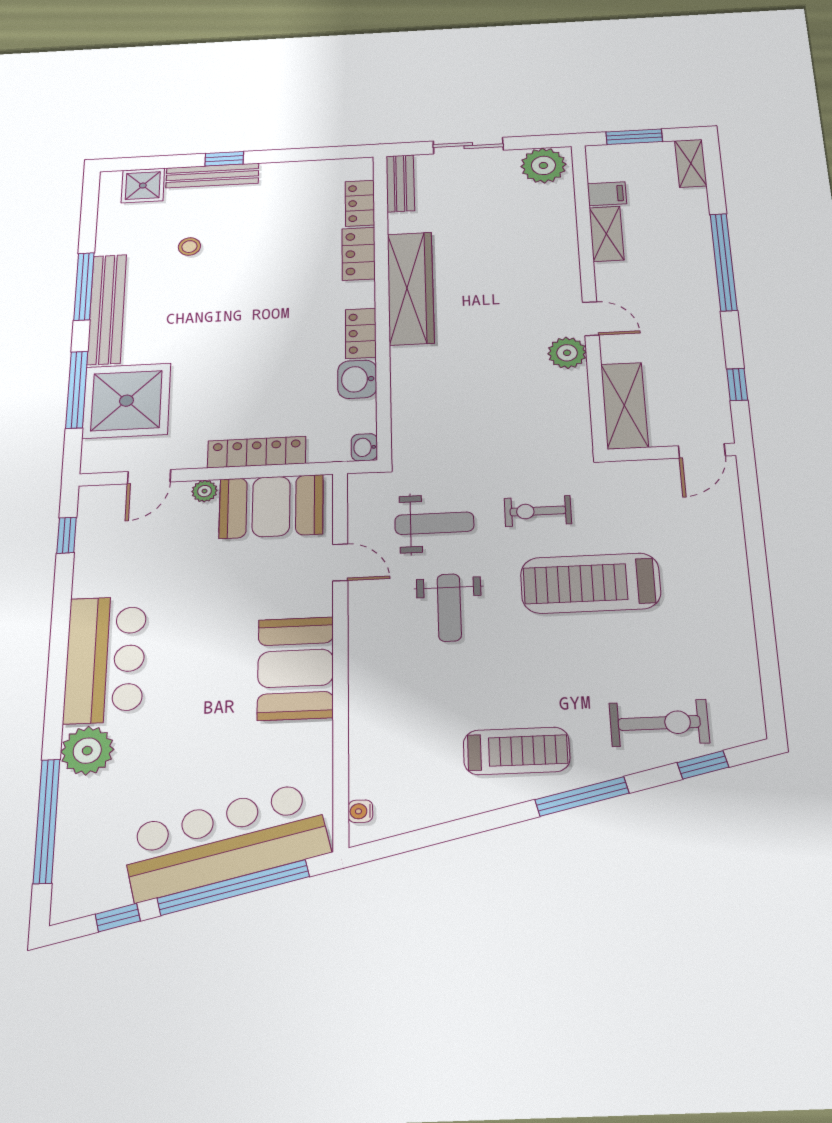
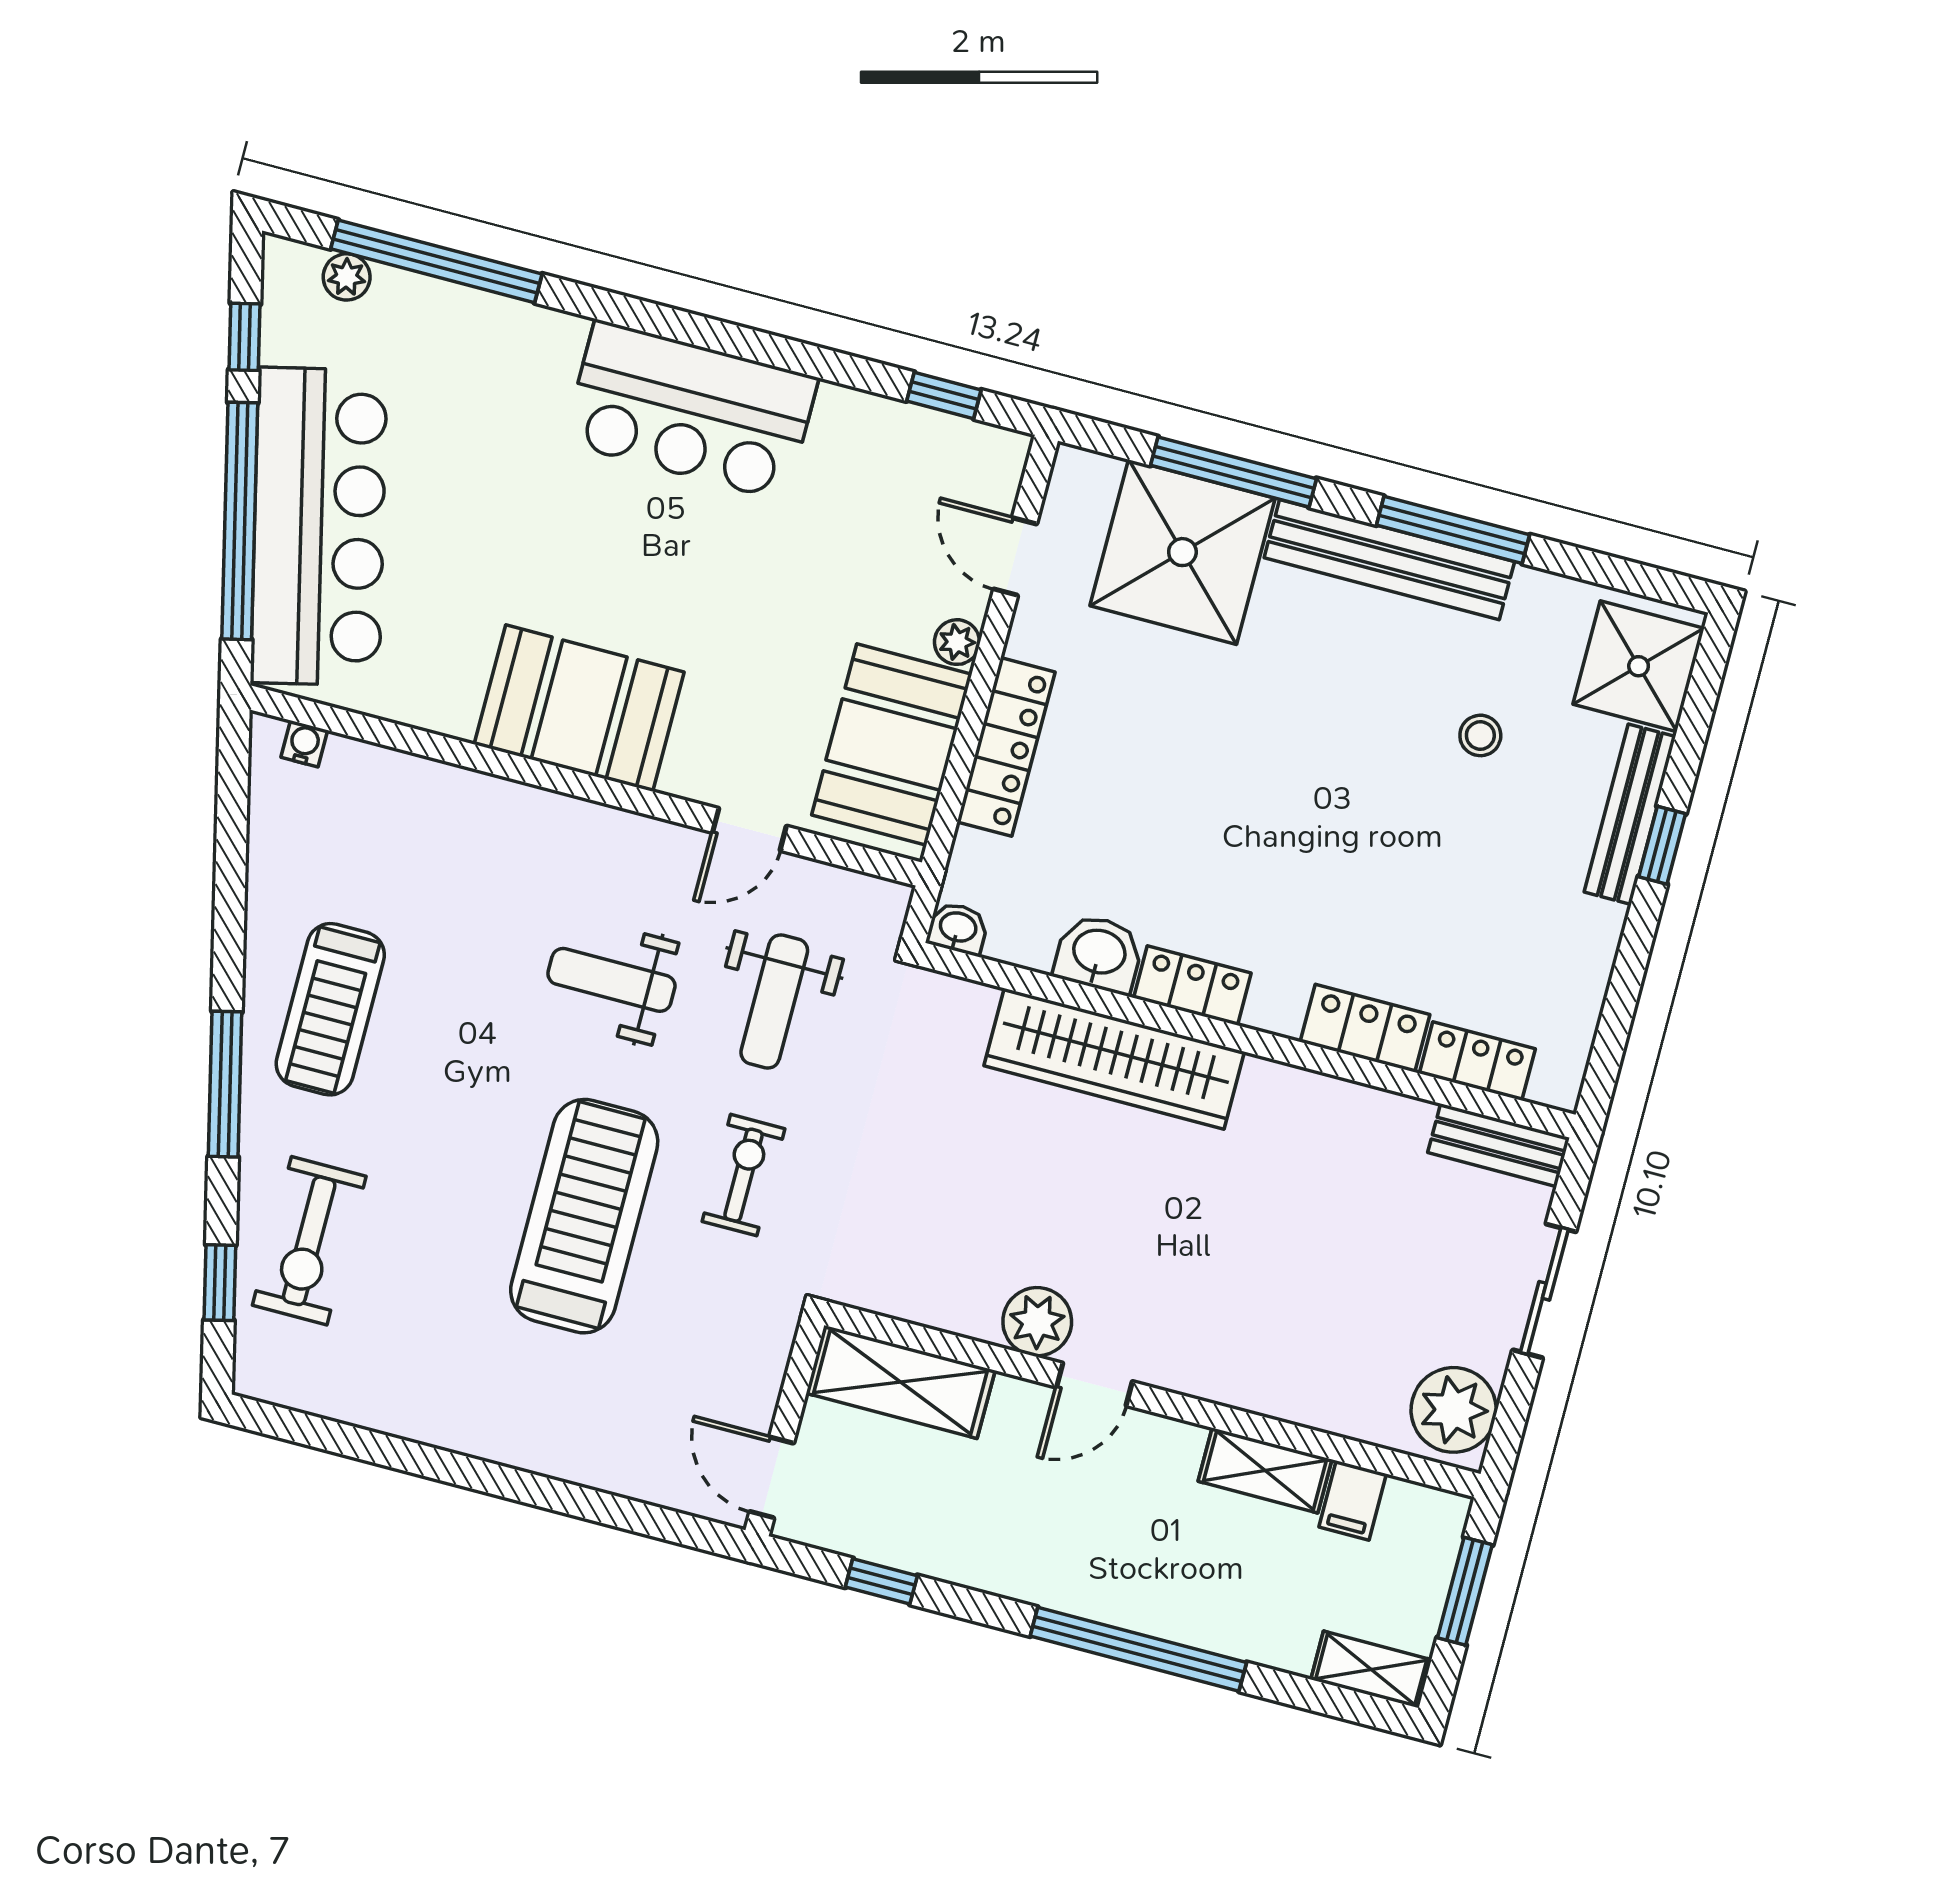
shower: (143, 186) -> (1639, 666), width x1.36, depth x1.36
wardrobe: (411, 288) -> (1114, 1059), moved
plant: (87, 751) -> (347, 277), moved, width x0.53, depth x0.53

